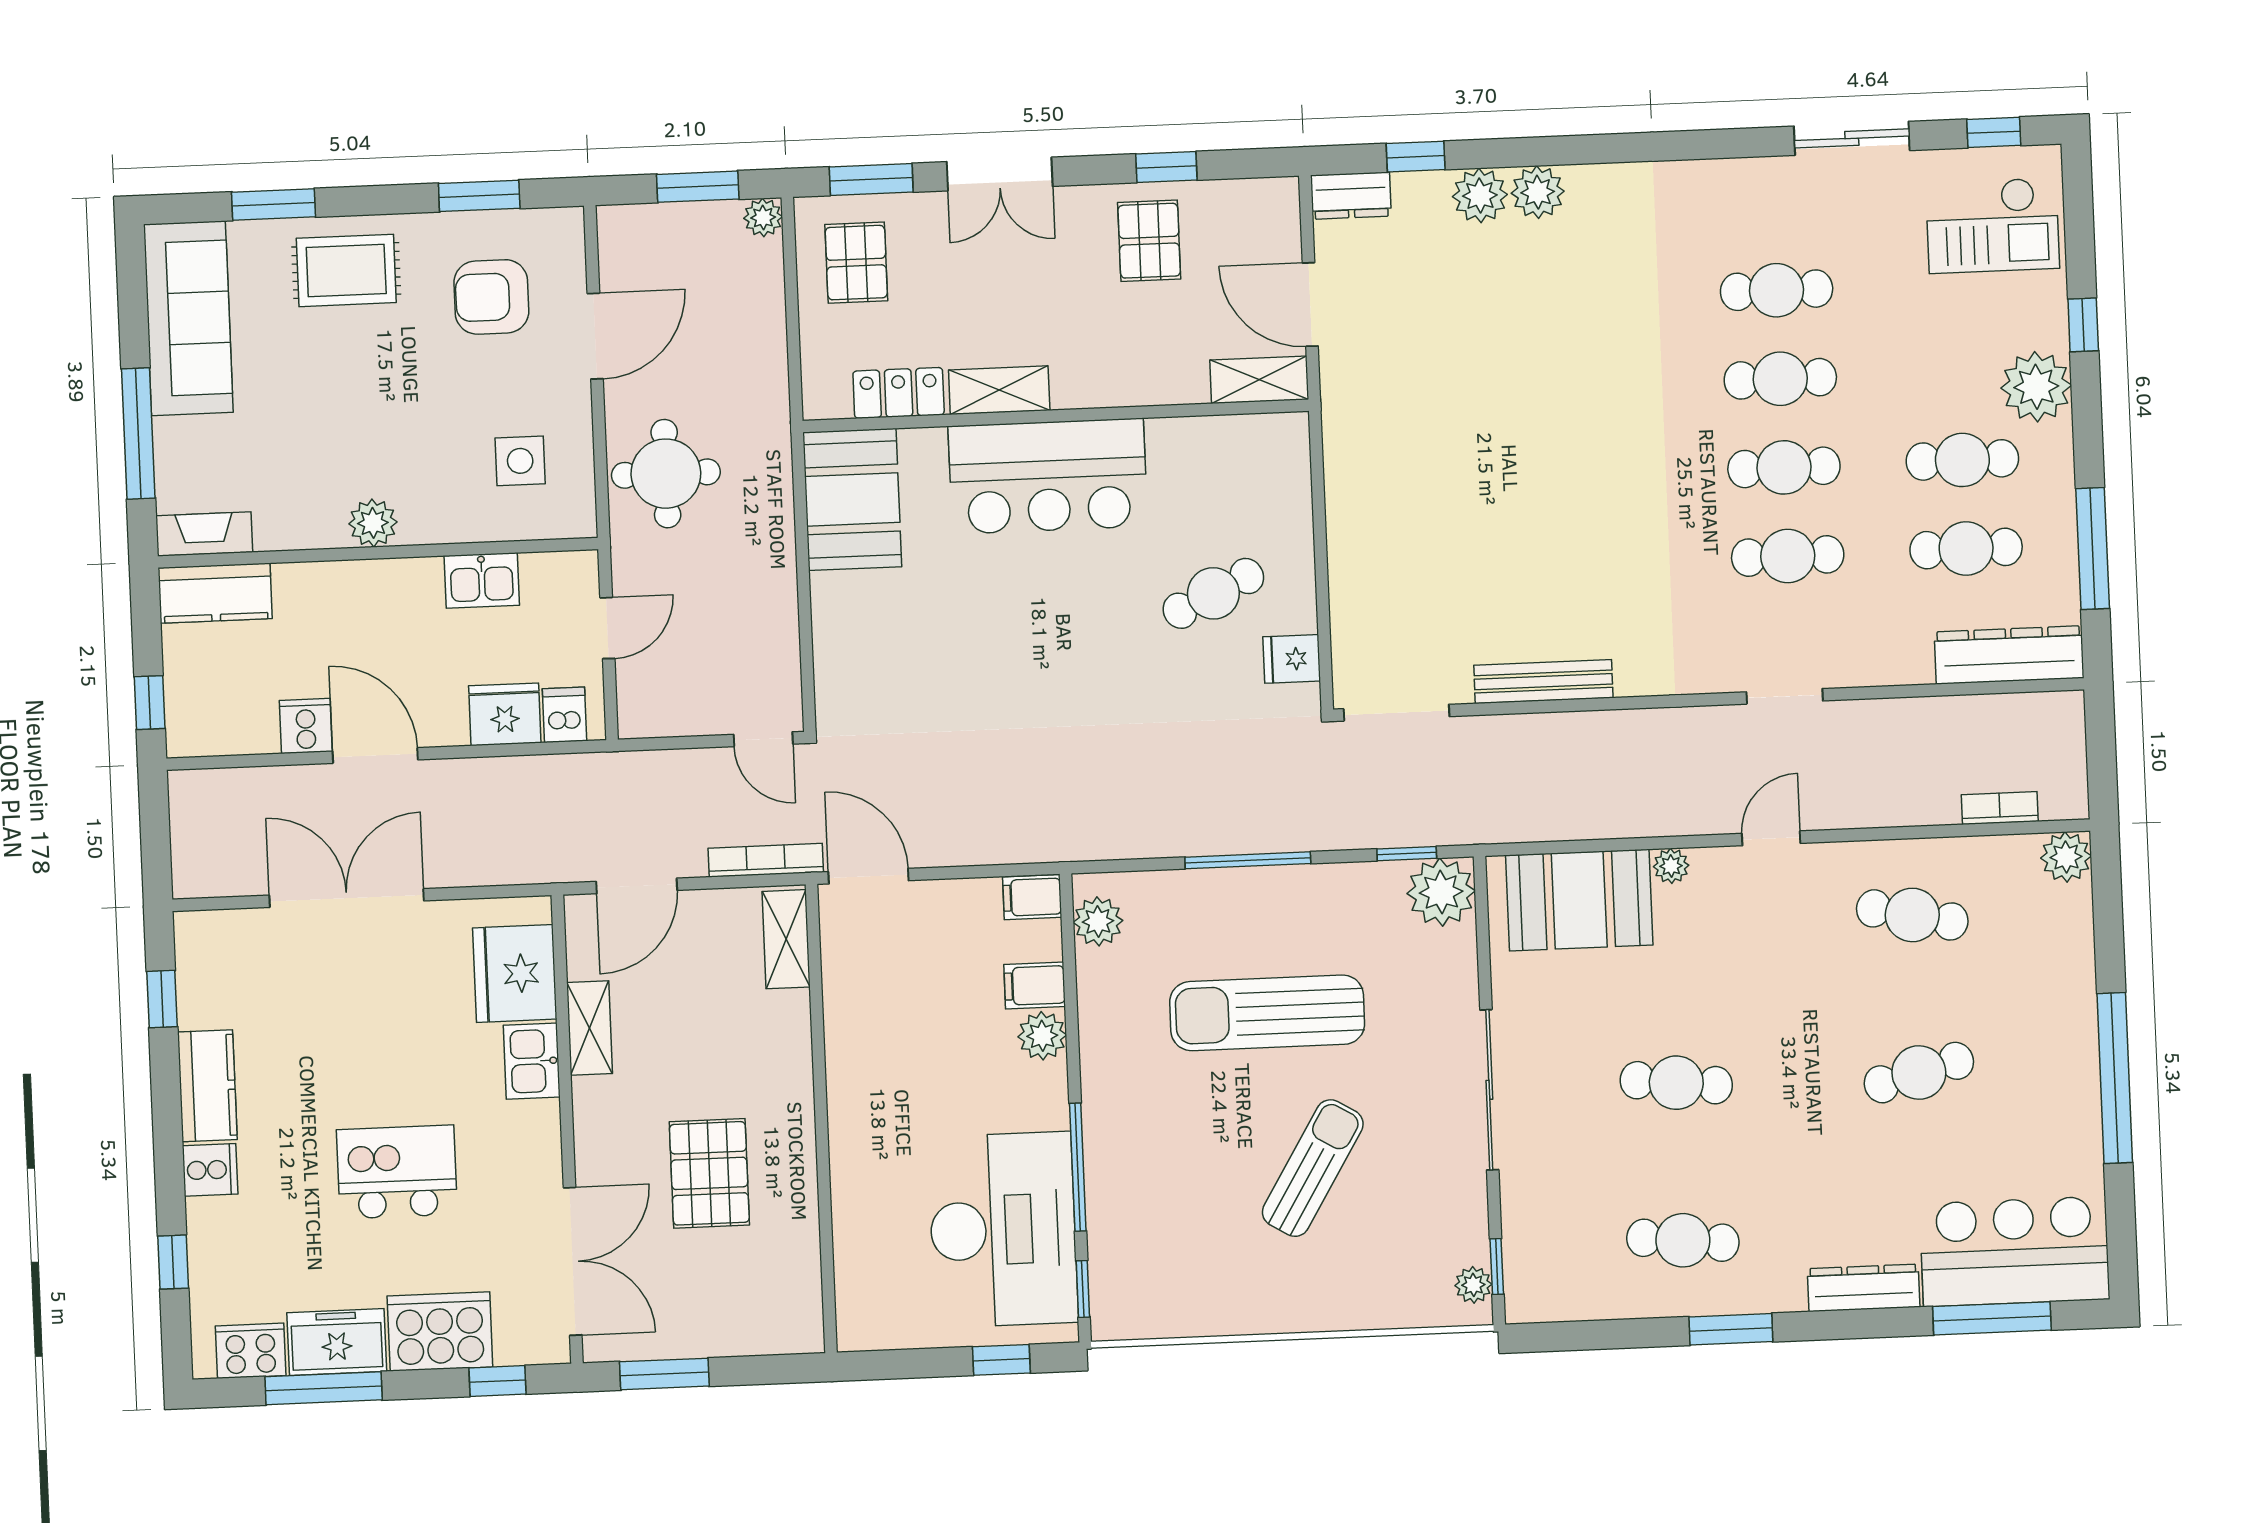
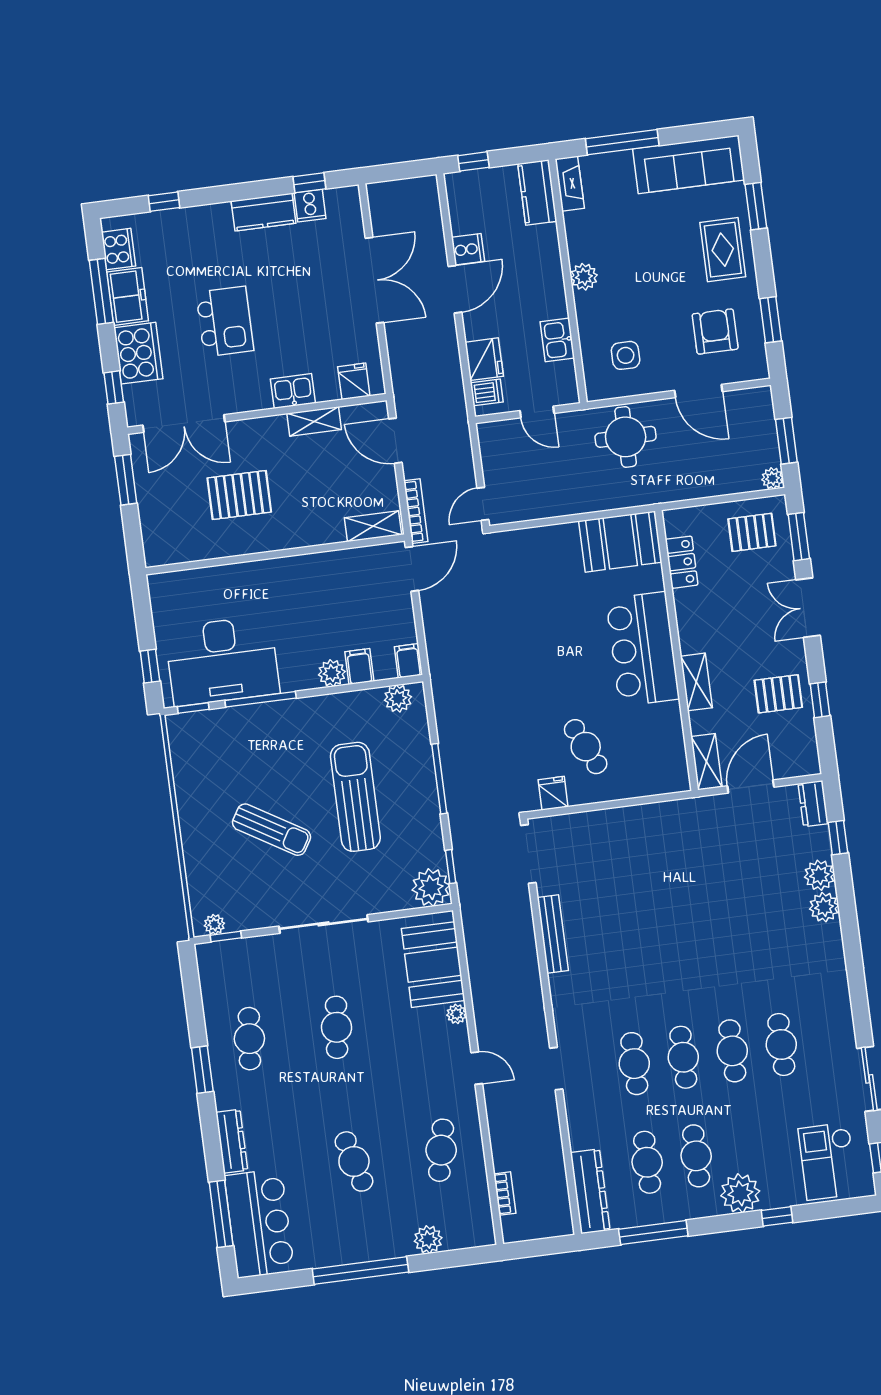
shelving: (999, 390) -> (696, 682), moved
plant: (2066, 857) -> (428, 1240), moved
fridge: (515, 973) -> (354, 381), width x0.53, depth x0.75
cooker: (210, 1170) -> (310, 206), moved

